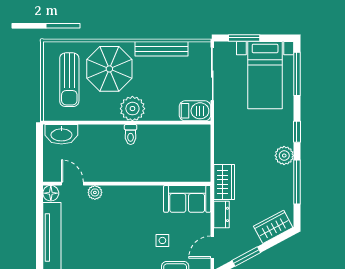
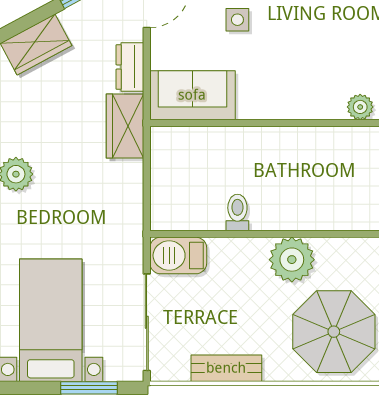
bench: (161, 49) -> (226, 368), width x0.73
toilet: (131, 134) -> (237, 212), moved

